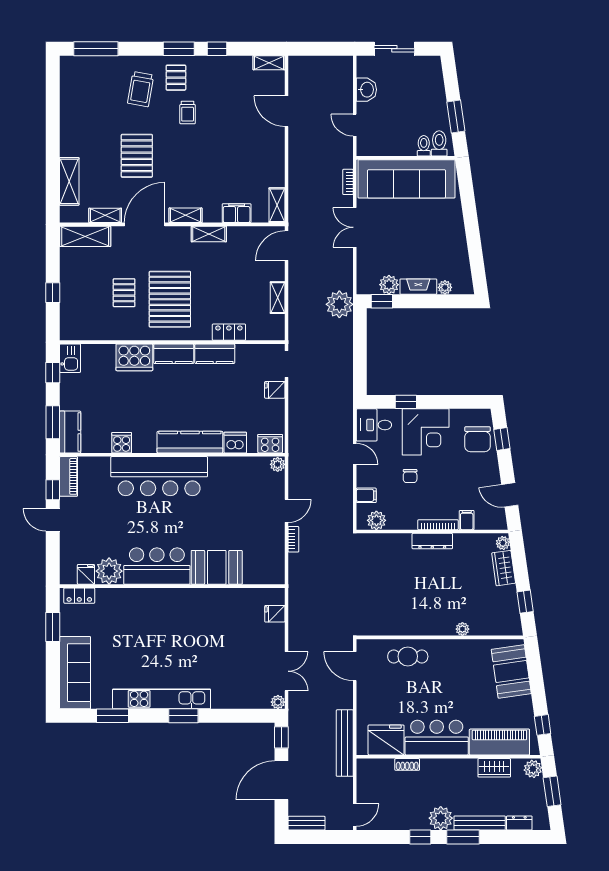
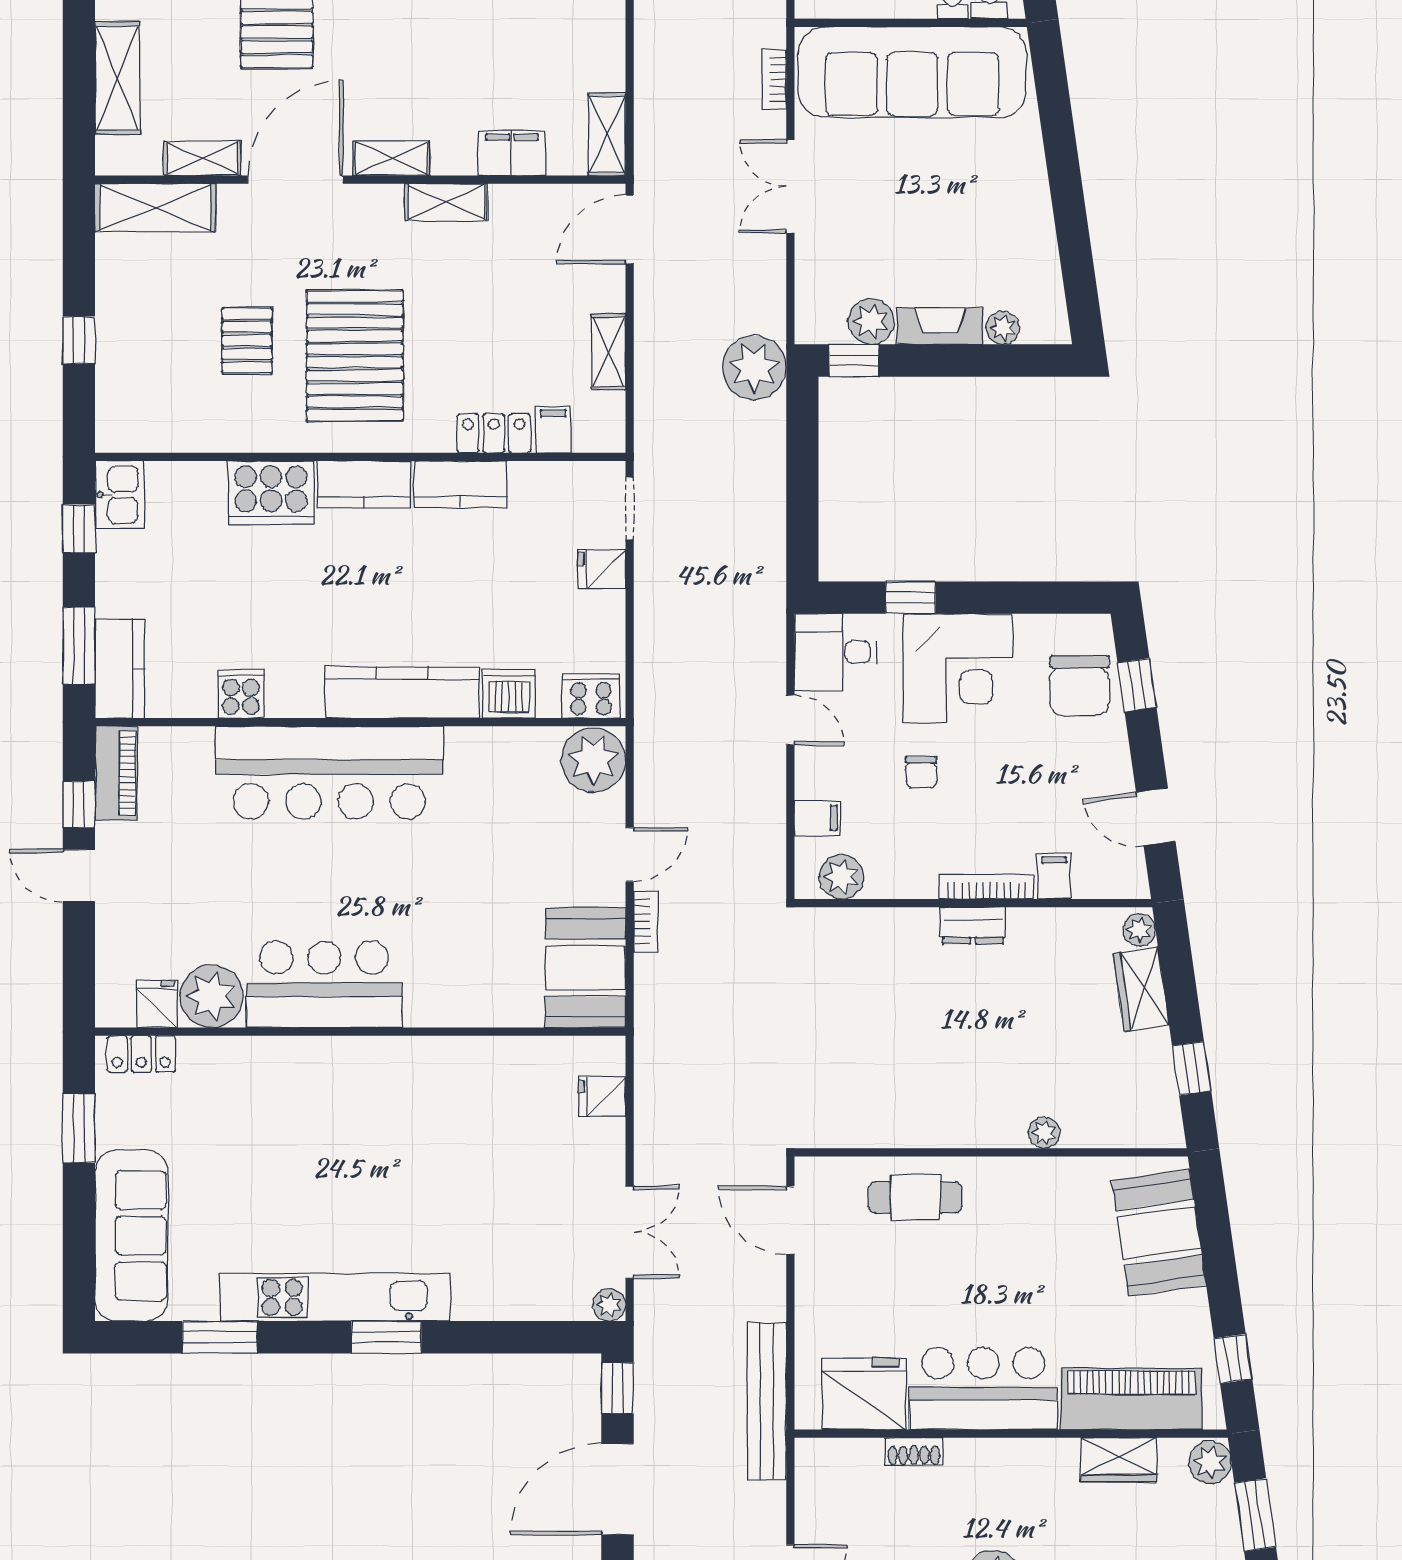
filing cabinet: (254, 331) -> (553, 430), added
plant: (278, 464) -> (593, 760), width x1.88, depth x1.88
dresser: (432, 541) -> (973, 926), width x0.70
booth: (217, 567) -> (585, 968), moved, turned 90

